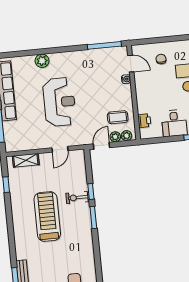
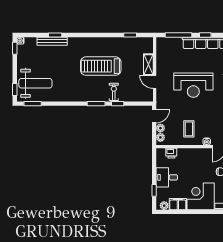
coffee table: (118, 117) -> (189, 129), moved
door: (101, 146) -> (154, 116), hinge flipped
shelving: (26, 160) -> (148, 65), moved
treadmill: (47, 216) -> (101, 66), turned 180

